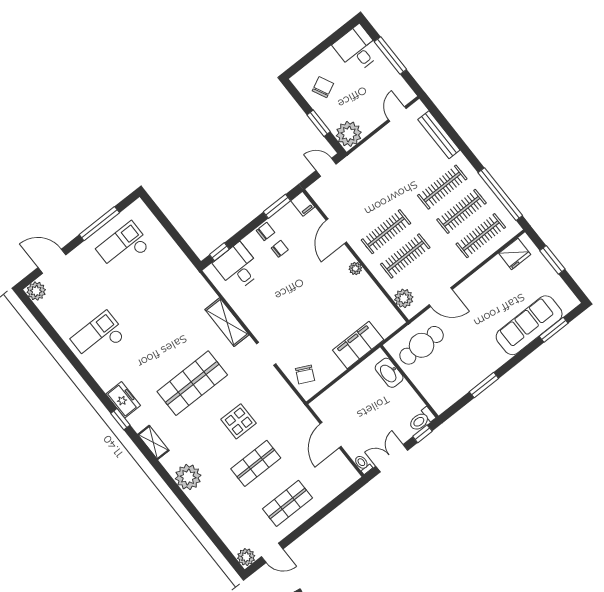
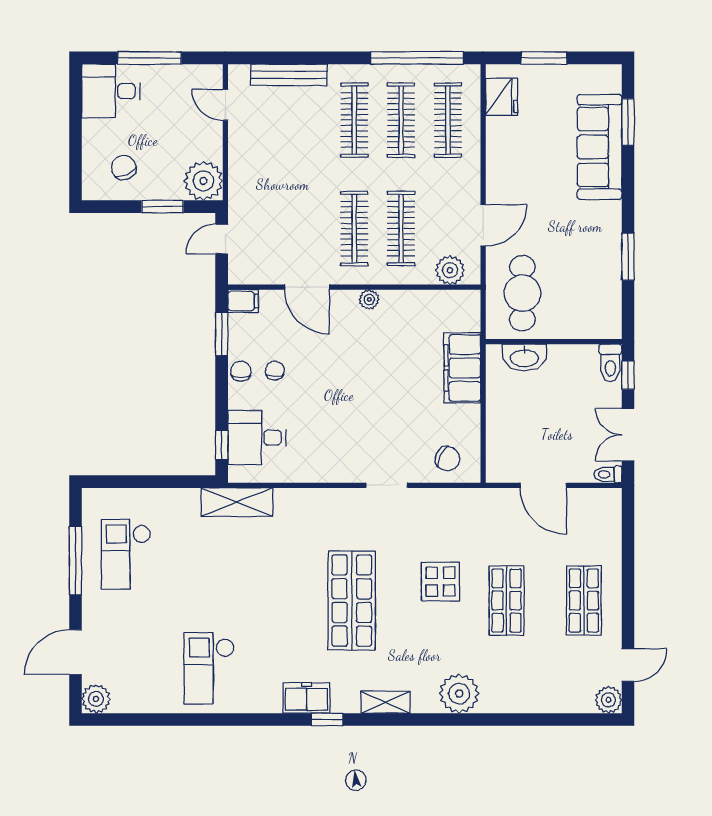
shelving: (227, 322) -> (237, 502), moved

